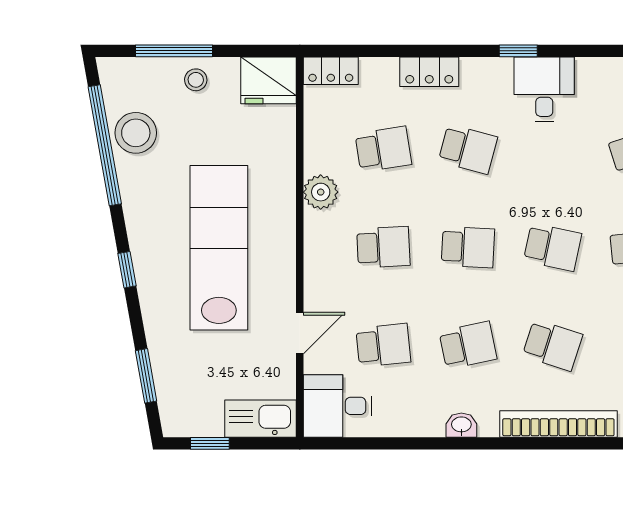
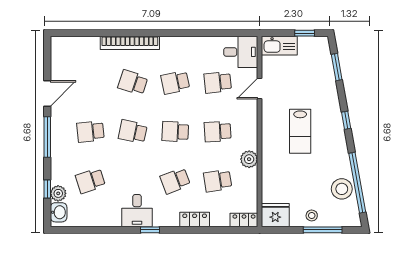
school desk: (468, 149) -> (175, 181), turned -36
lab bench: (219, 248) -> (300, 131), width x0.54, depth x0.72
washbasin: (461, 425) -> (179, 42), removed

